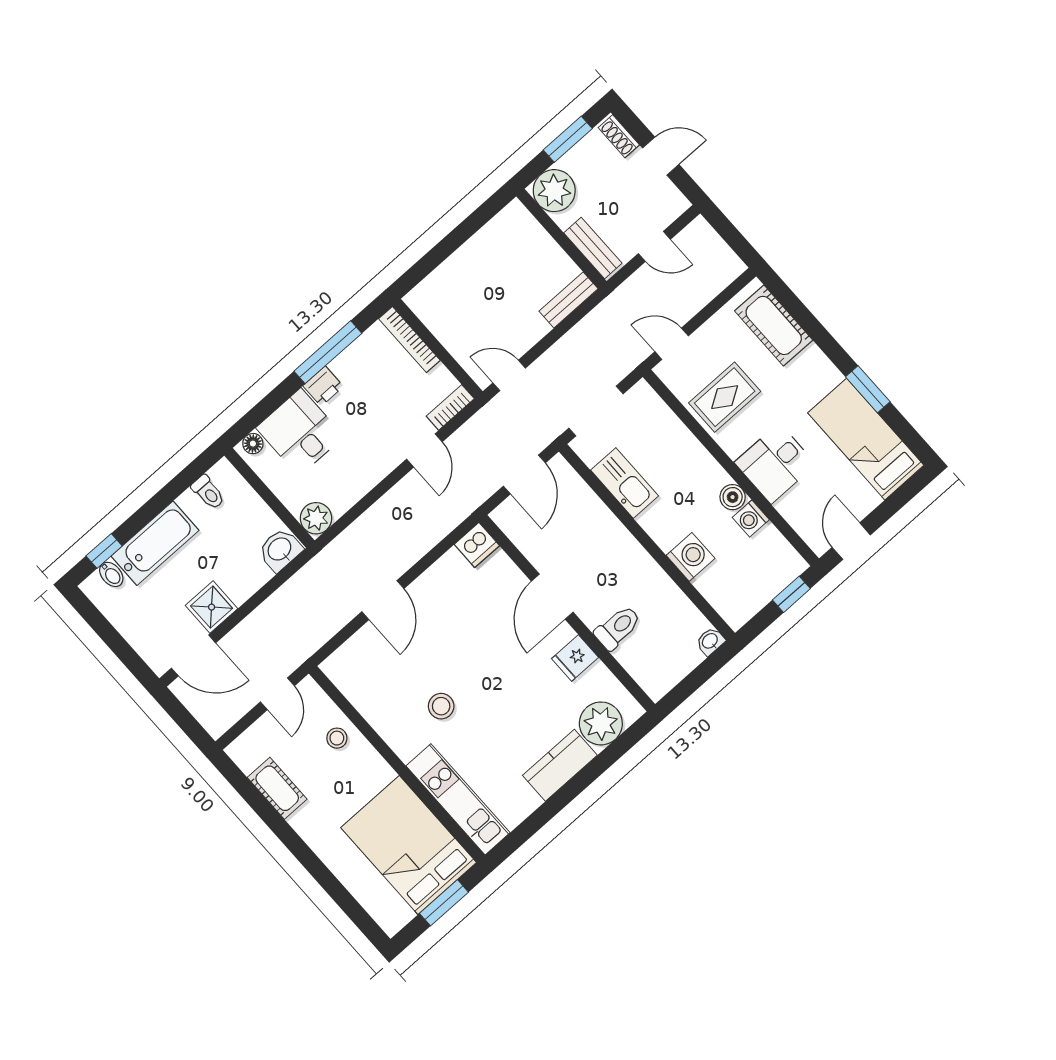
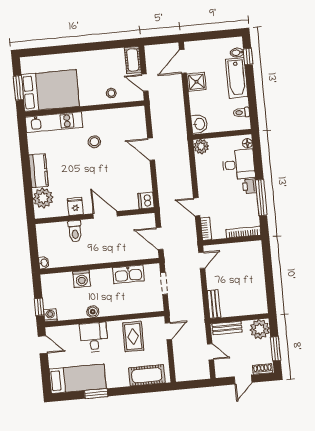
door: (654, 246) -> (210, 352), swing flipped
doorway: (596, 411) -> (164, 283), width x0.73
washing machine: (751, 518) -> (50, 315), moved
cot: (277, 788) -> (133, 60), moved, turned 90

